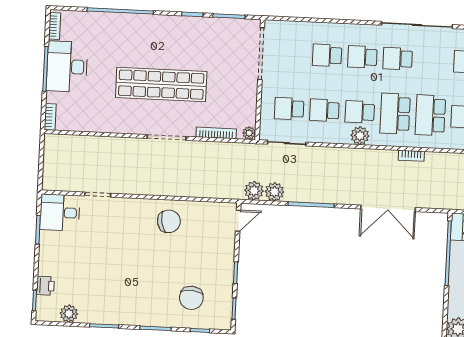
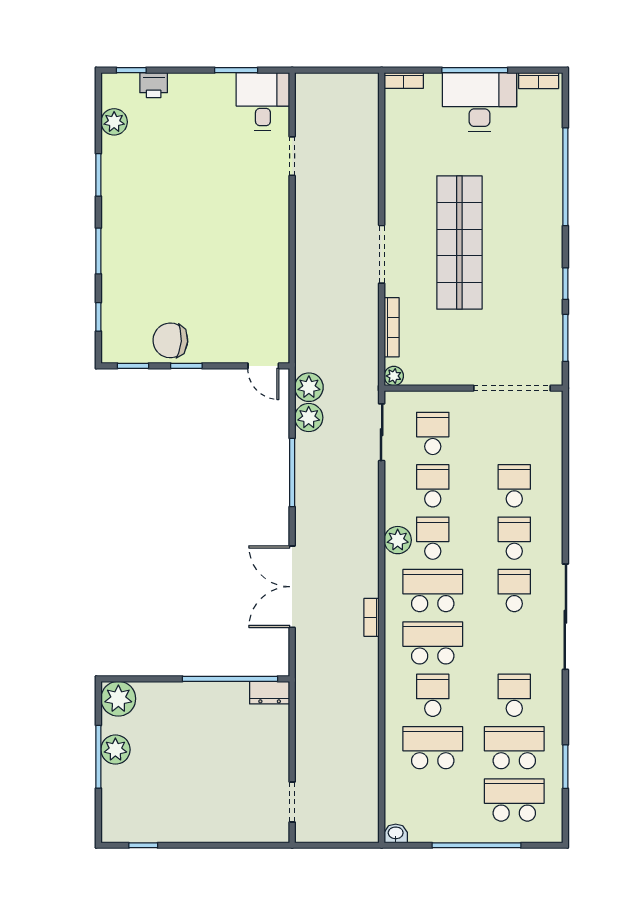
chair: (169, 221) -> (258, 263), removed
chair: (191, 298) -> (170, 340), moved

